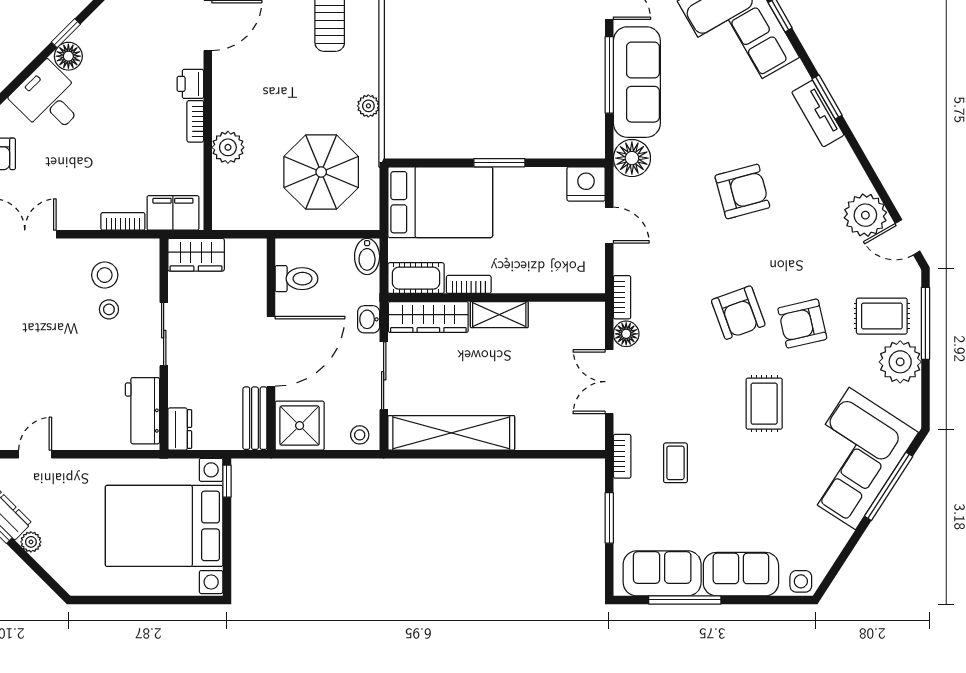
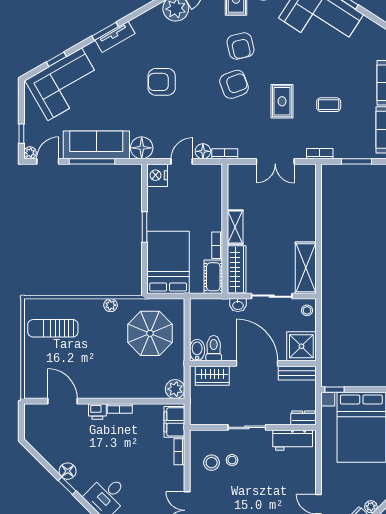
floor lamp: (68, 56) -> (68, 471), moved
plant: (228, 147) -> (175, 389), moved
armchair: (742, 192) -> (162, 82), turned -75
wardrobe: (196, 255) -> (212, 376), moved, turned 90
bidet: (367, 256) -> (197, 350), moved, turned -90
floor lamp: (626, 334) -> (203, 151), moved
rug: (764, 404) -> (282, 101), moved, turned 90
shelving: (451, 433) -> (306, 268), width x0.68
coffee table: (675, 463) -> (329, 105), moved

